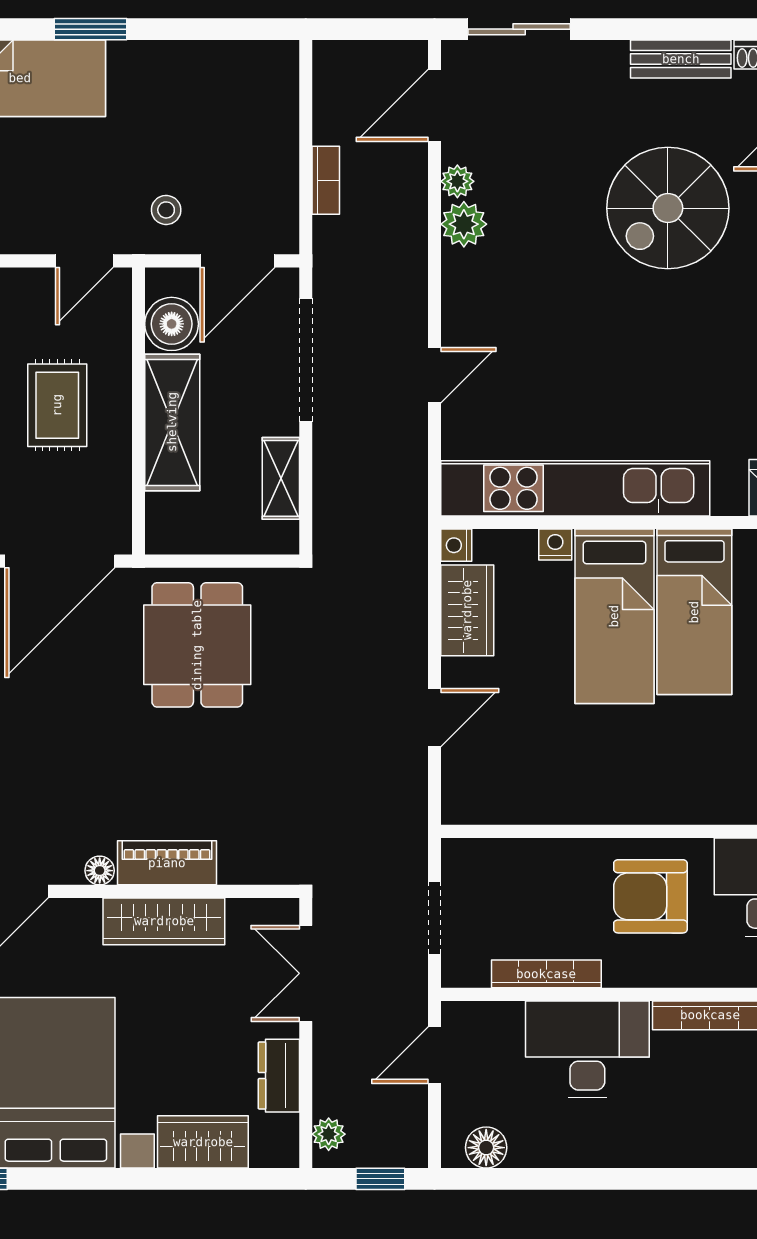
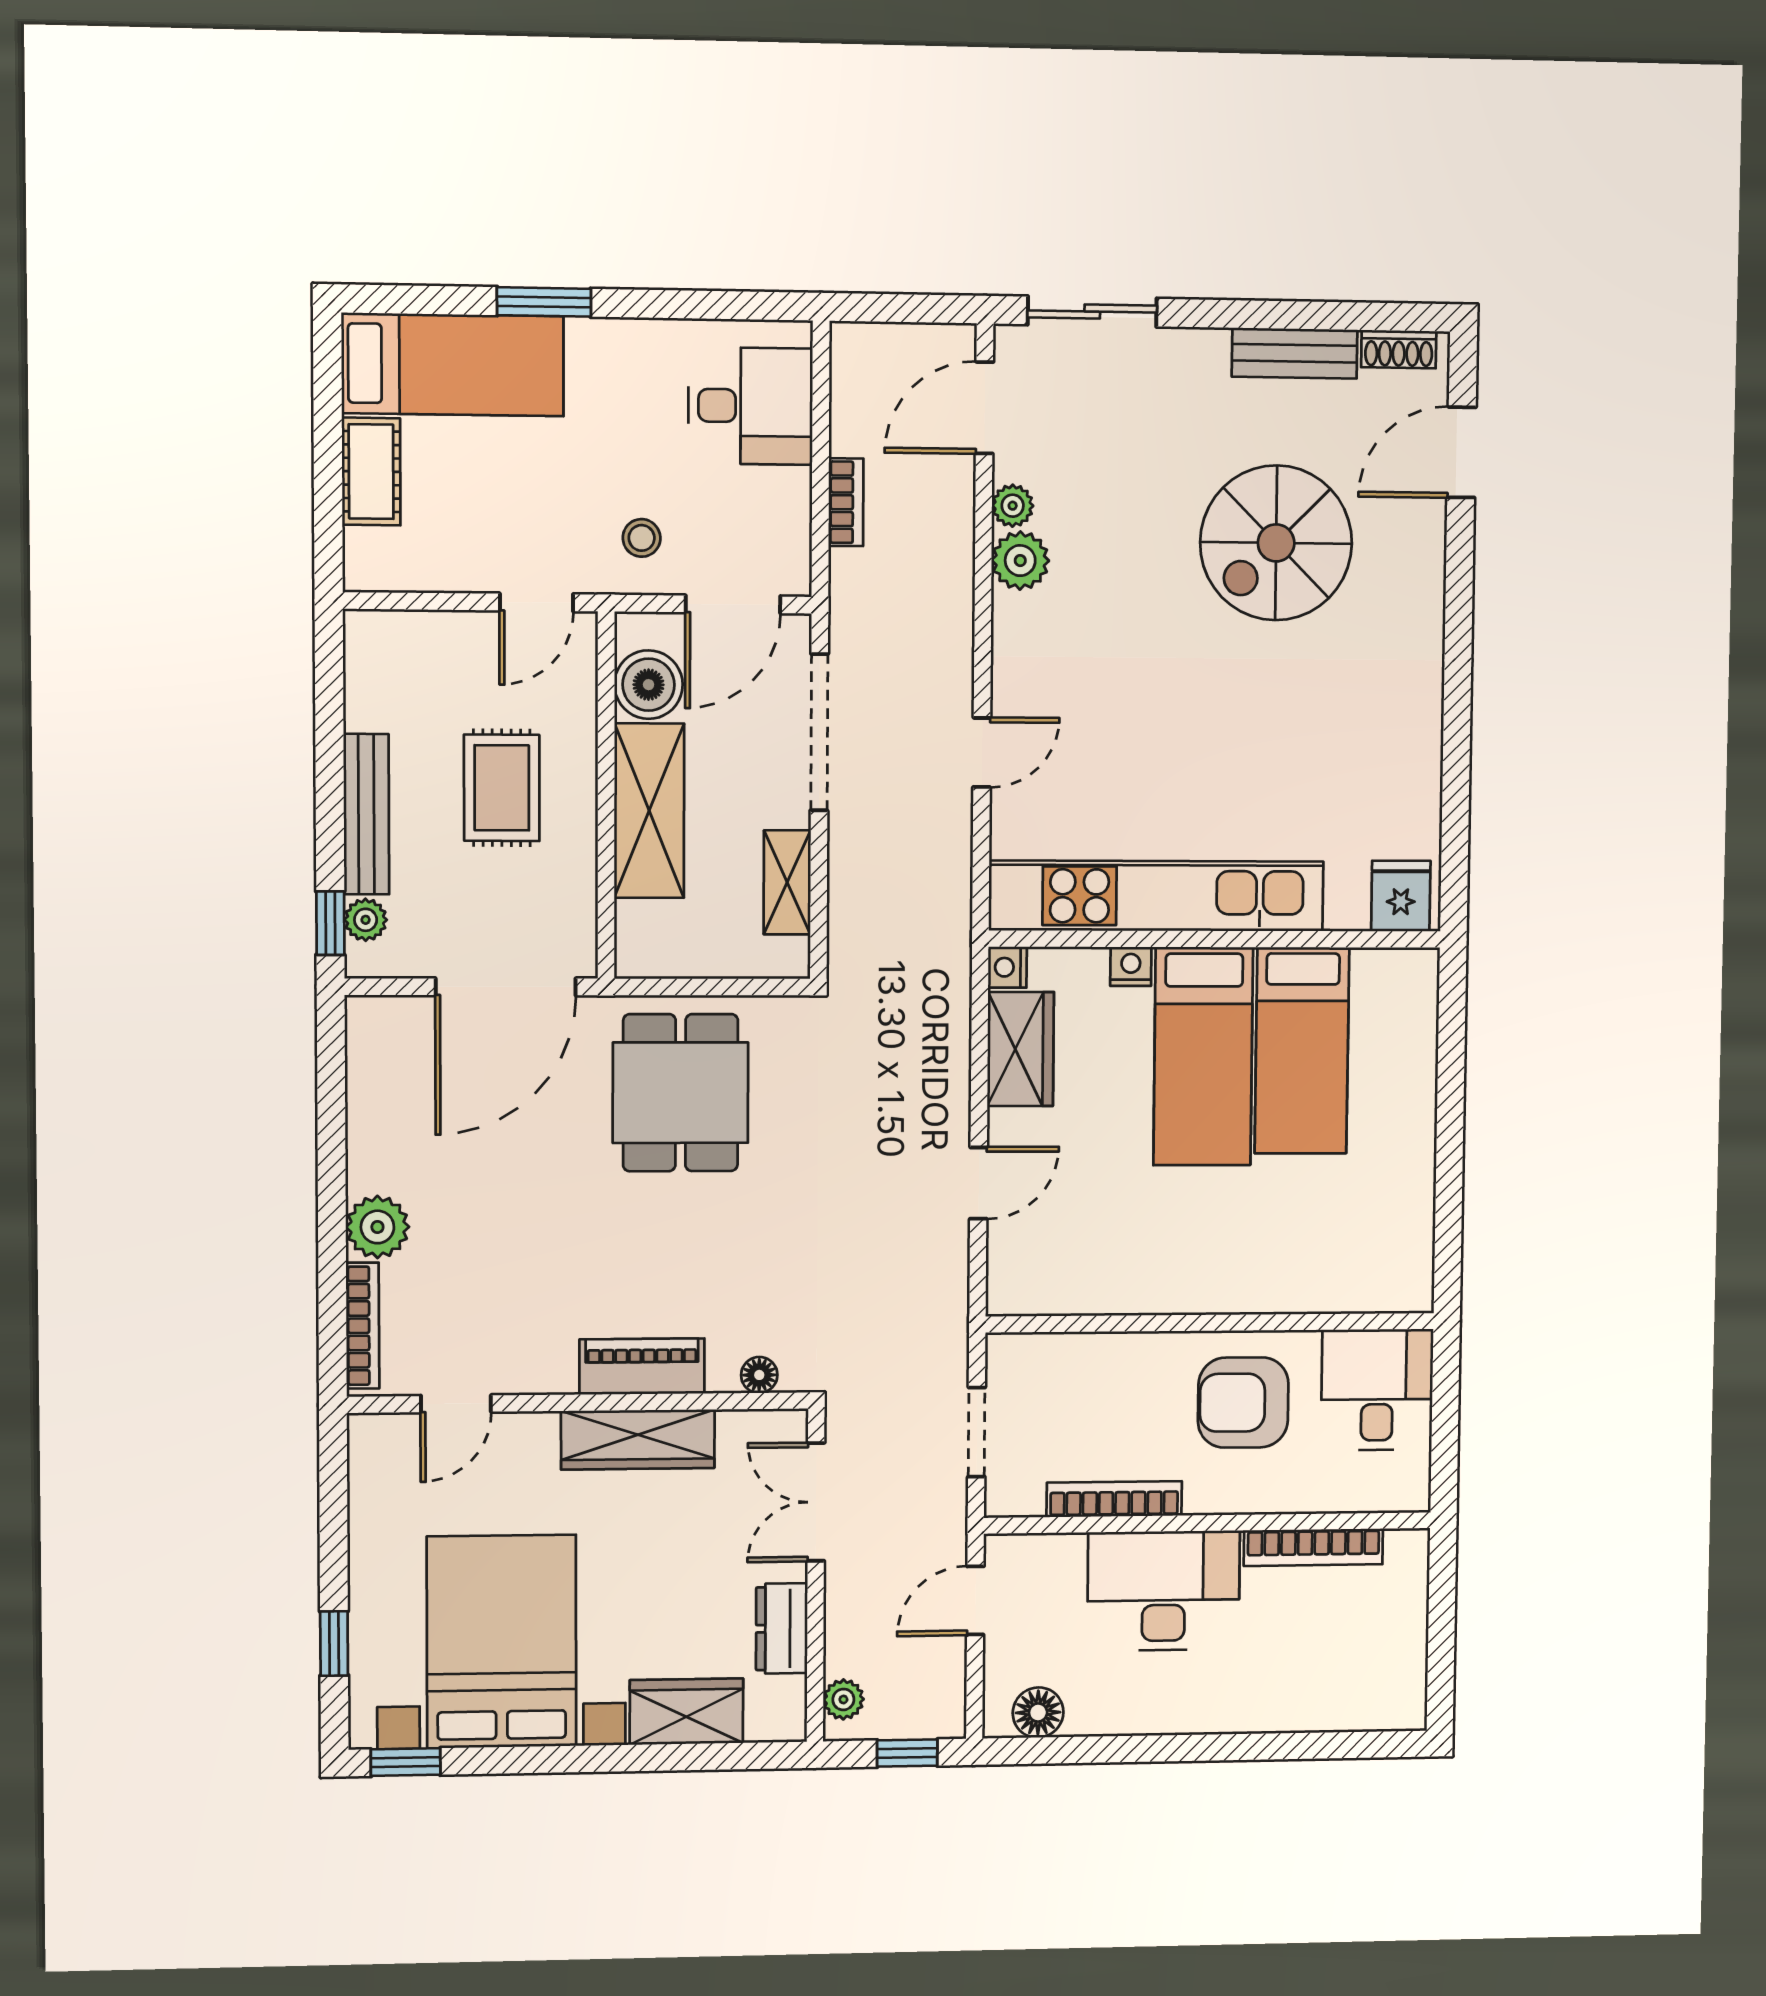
desk: (251, 107) -> (751, 406), added
floor lamp: (100, 871) -> (759, 1375), moved

